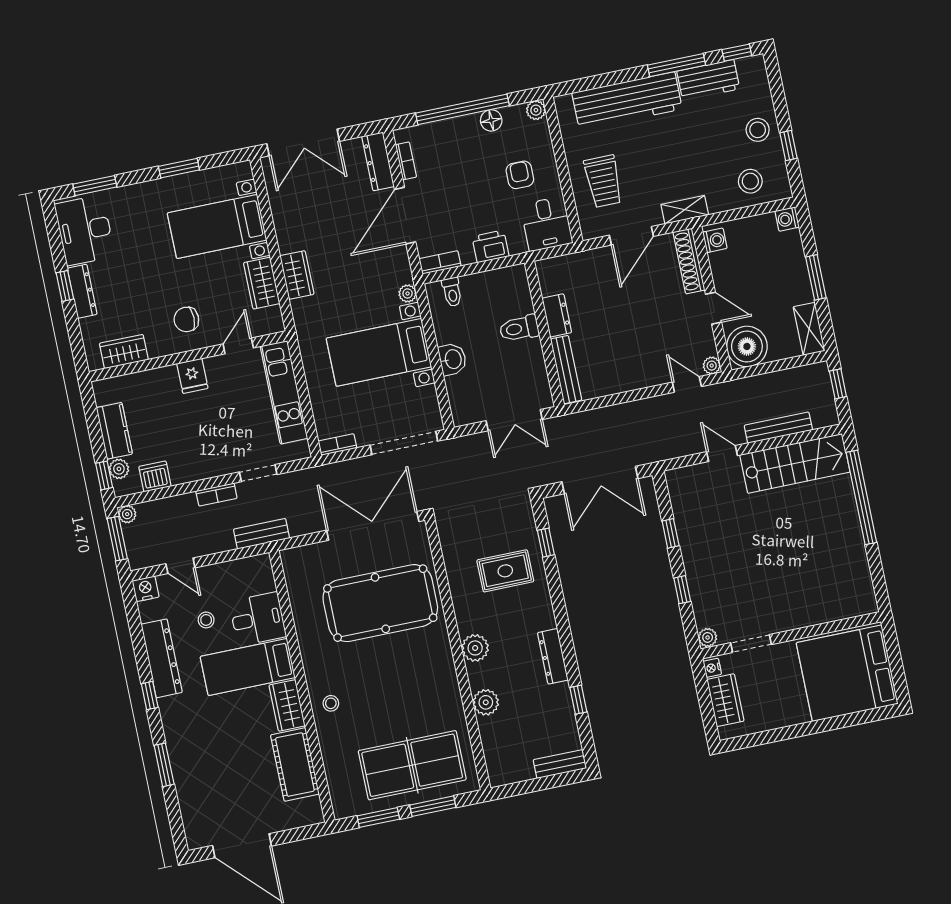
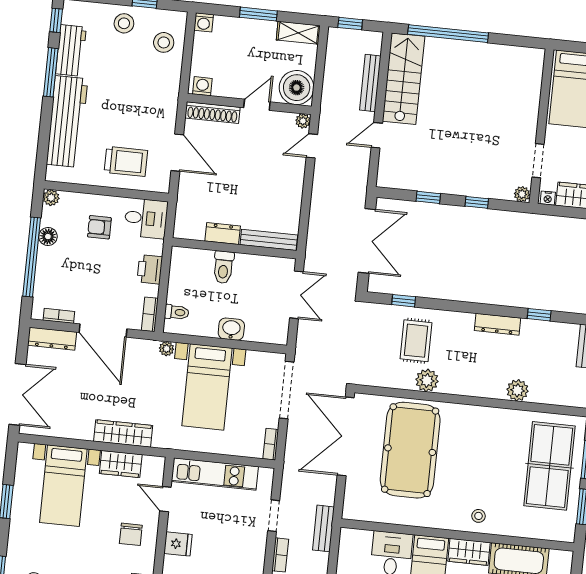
shelving: (685, 210) -> (170, 103), removed
wardrobe: (297, 275) -> (123, 433), width x1.50
plant: (475, 648) -> (427, 380), moved

